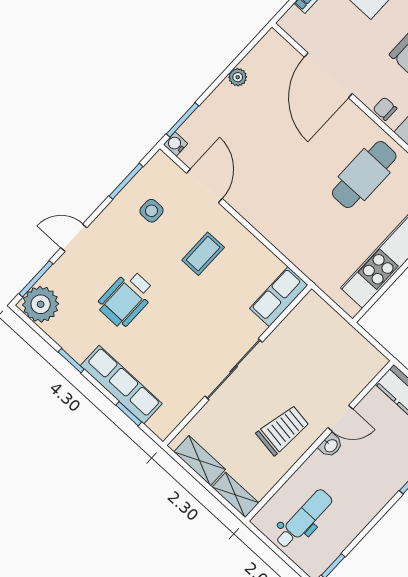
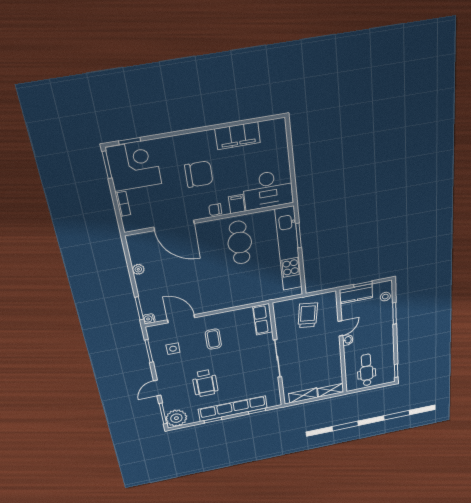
row of seats: (121, 385) -> (233, 409), width x1.36
trolley: (283, 430) -> (308, 315), moved

